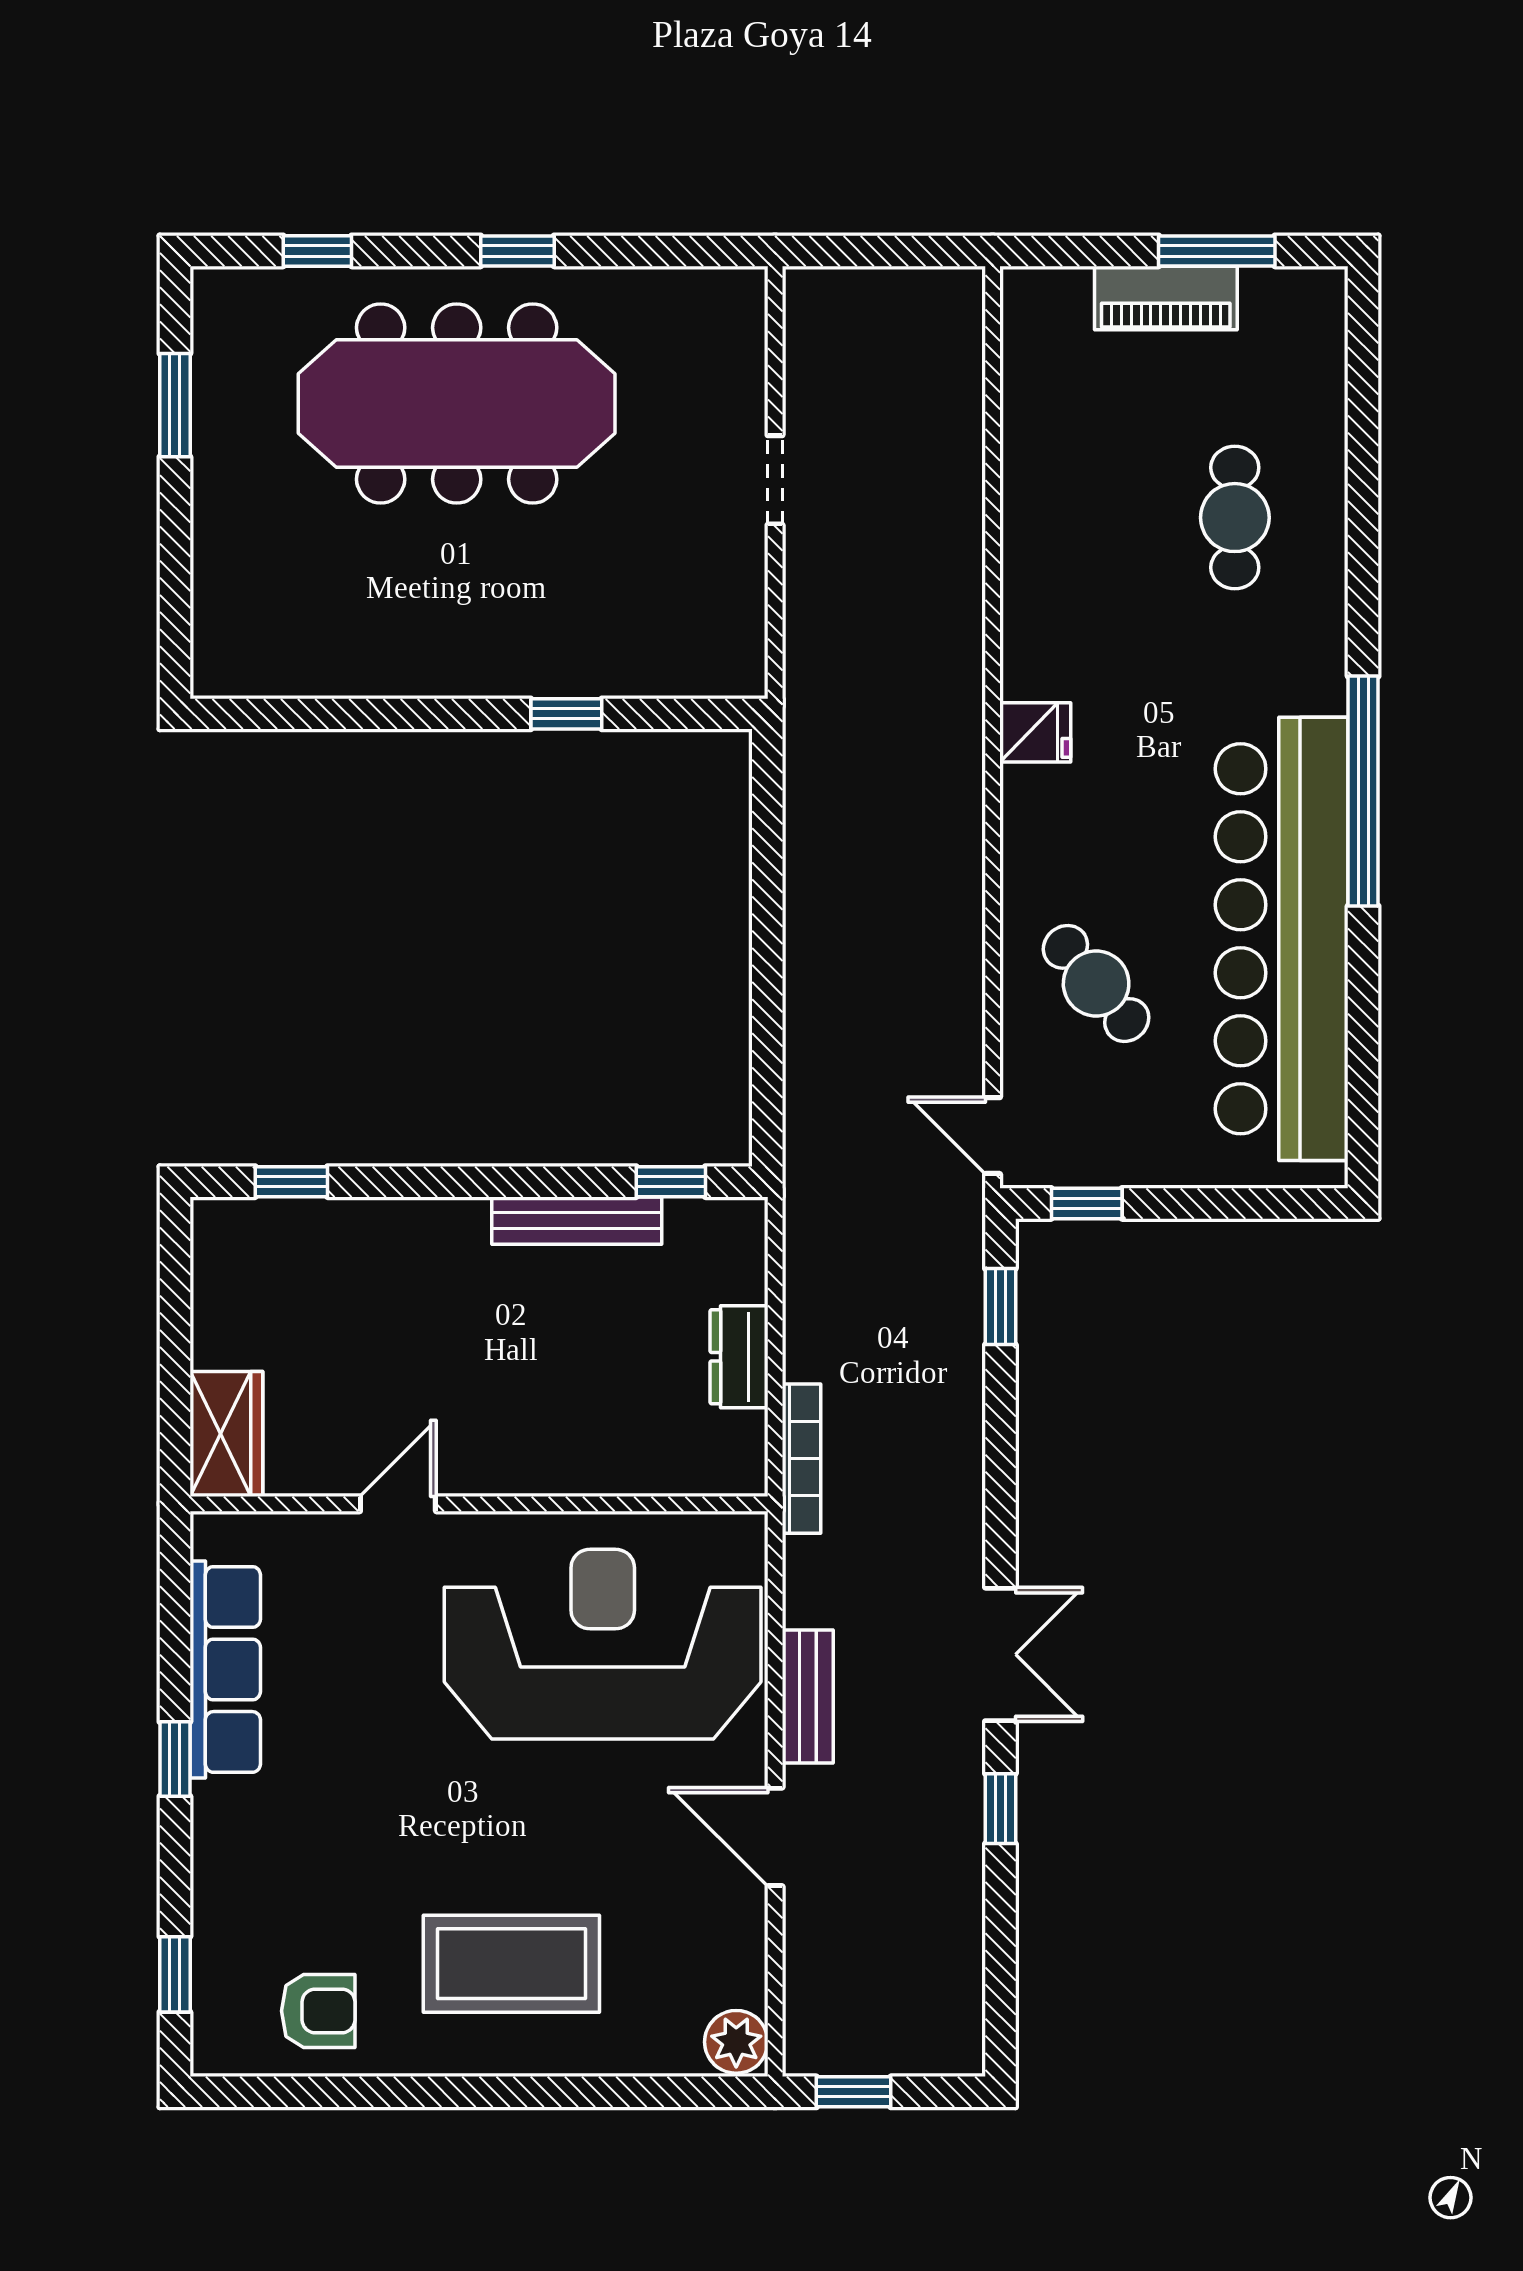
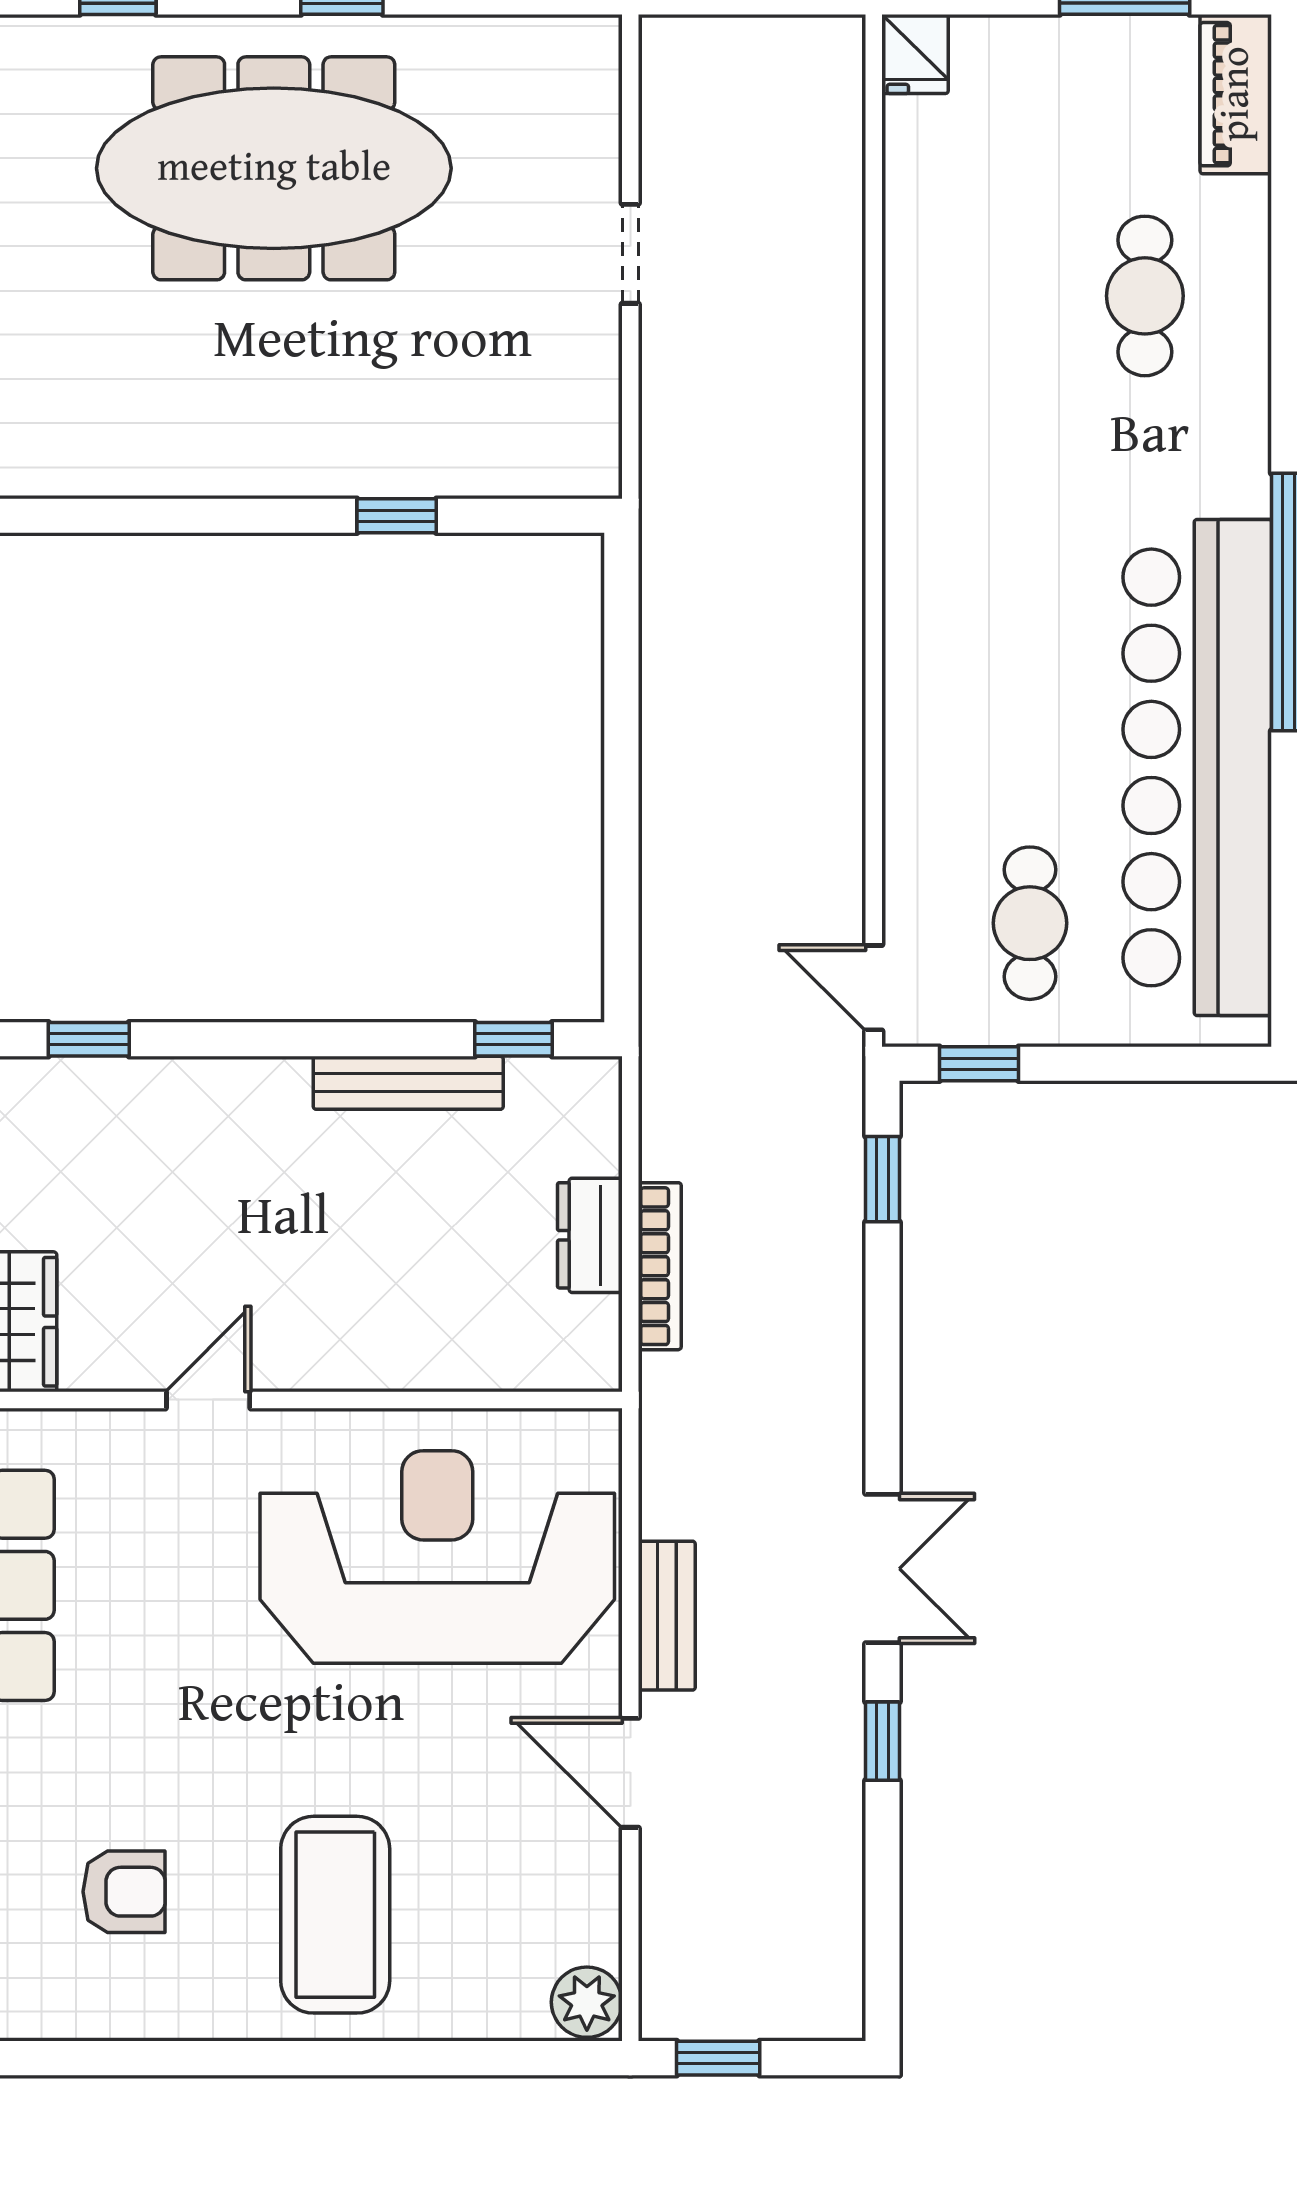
piano: (1166, 298) -> (1236, 94), moved, turned 90
fridge: (1035, 732) -> (915, 54), moved, turned 90
cafe table: (1096, 983) -> (1030, 923), moved, turned 40
bookcase: (801, 1459) -> (660, 1266), moved
coffee table: (511, 1964) -> (335, 1915), turned 90
armchair: (318, 2011) -> (124, 1892), moved

